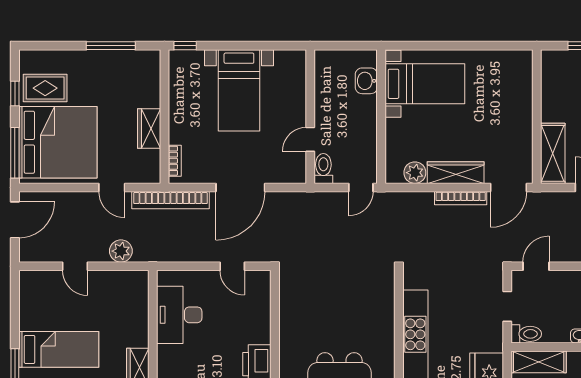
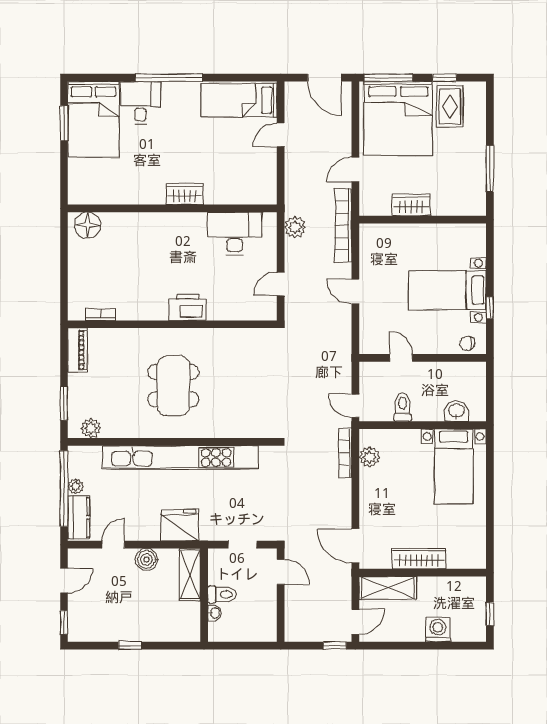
window: (185, 46) -> (490, 308), moved
chair: (295, 69) -> (467, 343), added
bookcase: (175, 161) -> (381, 229), removed
toilet: (323, 168) -> (403, 407), moved, turned -90
wardrobe: (456, 173) -> (419, 559), moved, turned -90
door: (240, 187) -> (355, 292), width x0.53
bookcase: (461, 198) -> (345, 453), moved
plant: (121, 251) -> (295, 227), moved
toilet: (526, 334) -> (222, 595), moved, turned -90
bed: (59, 349) -> (239, 100), moved, turned 90

